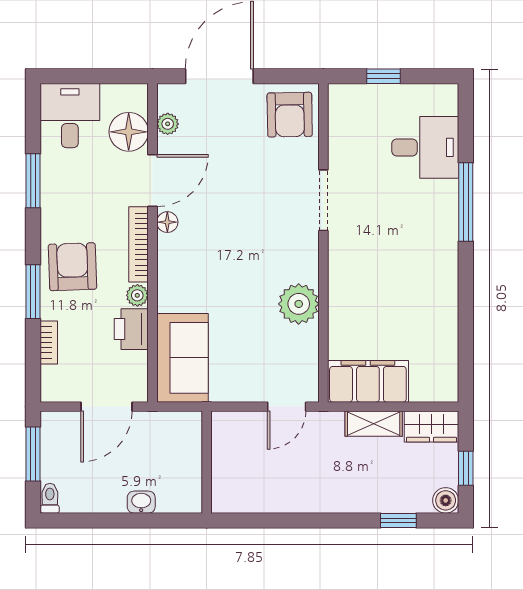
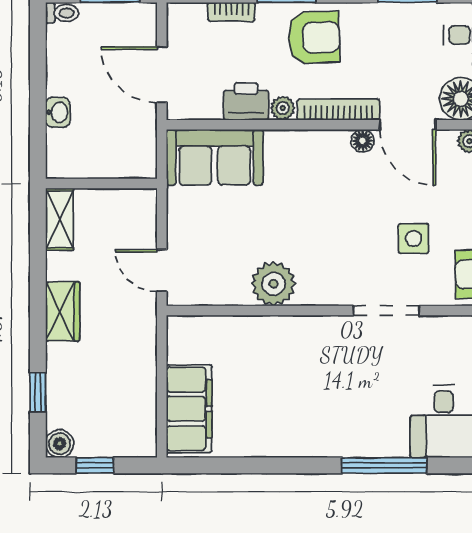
side table: (257, 175) -> (414, 239), added
filing cabinet: (368, 381) -> (189, 409), moved
shelving: (374, 424) -> (60, 219), moved
wardrobe: (431, 427) -> (63, 312), moved, turned 180

